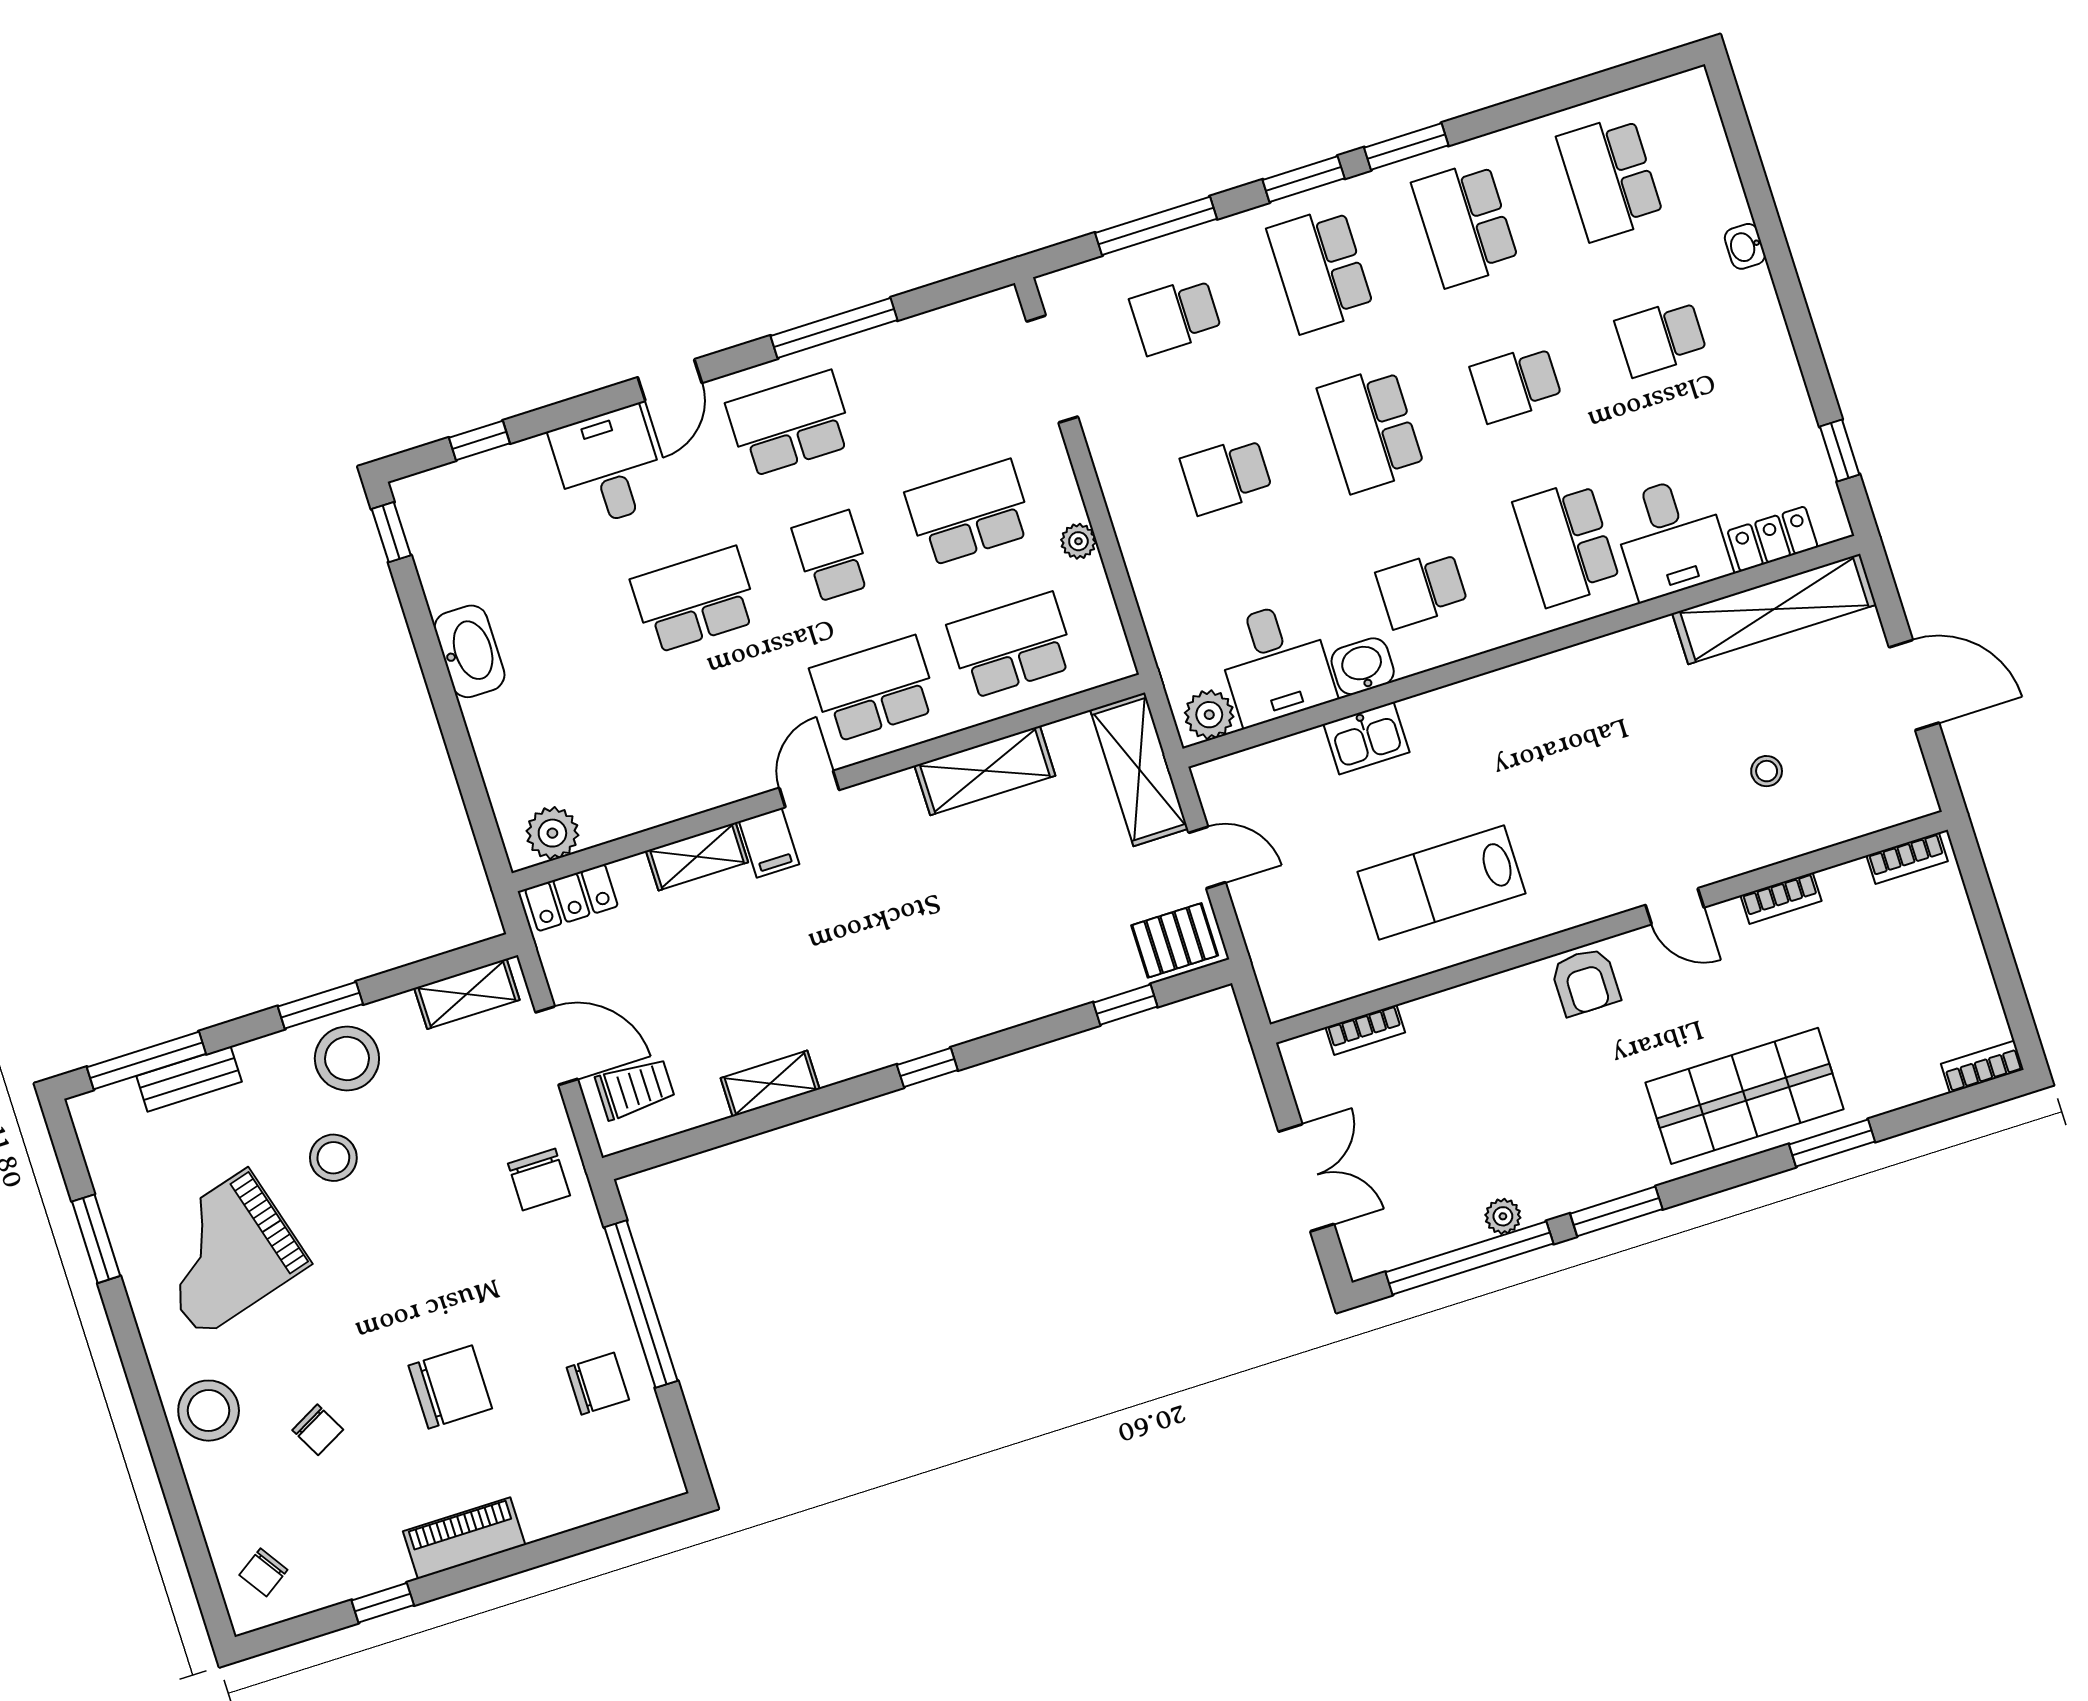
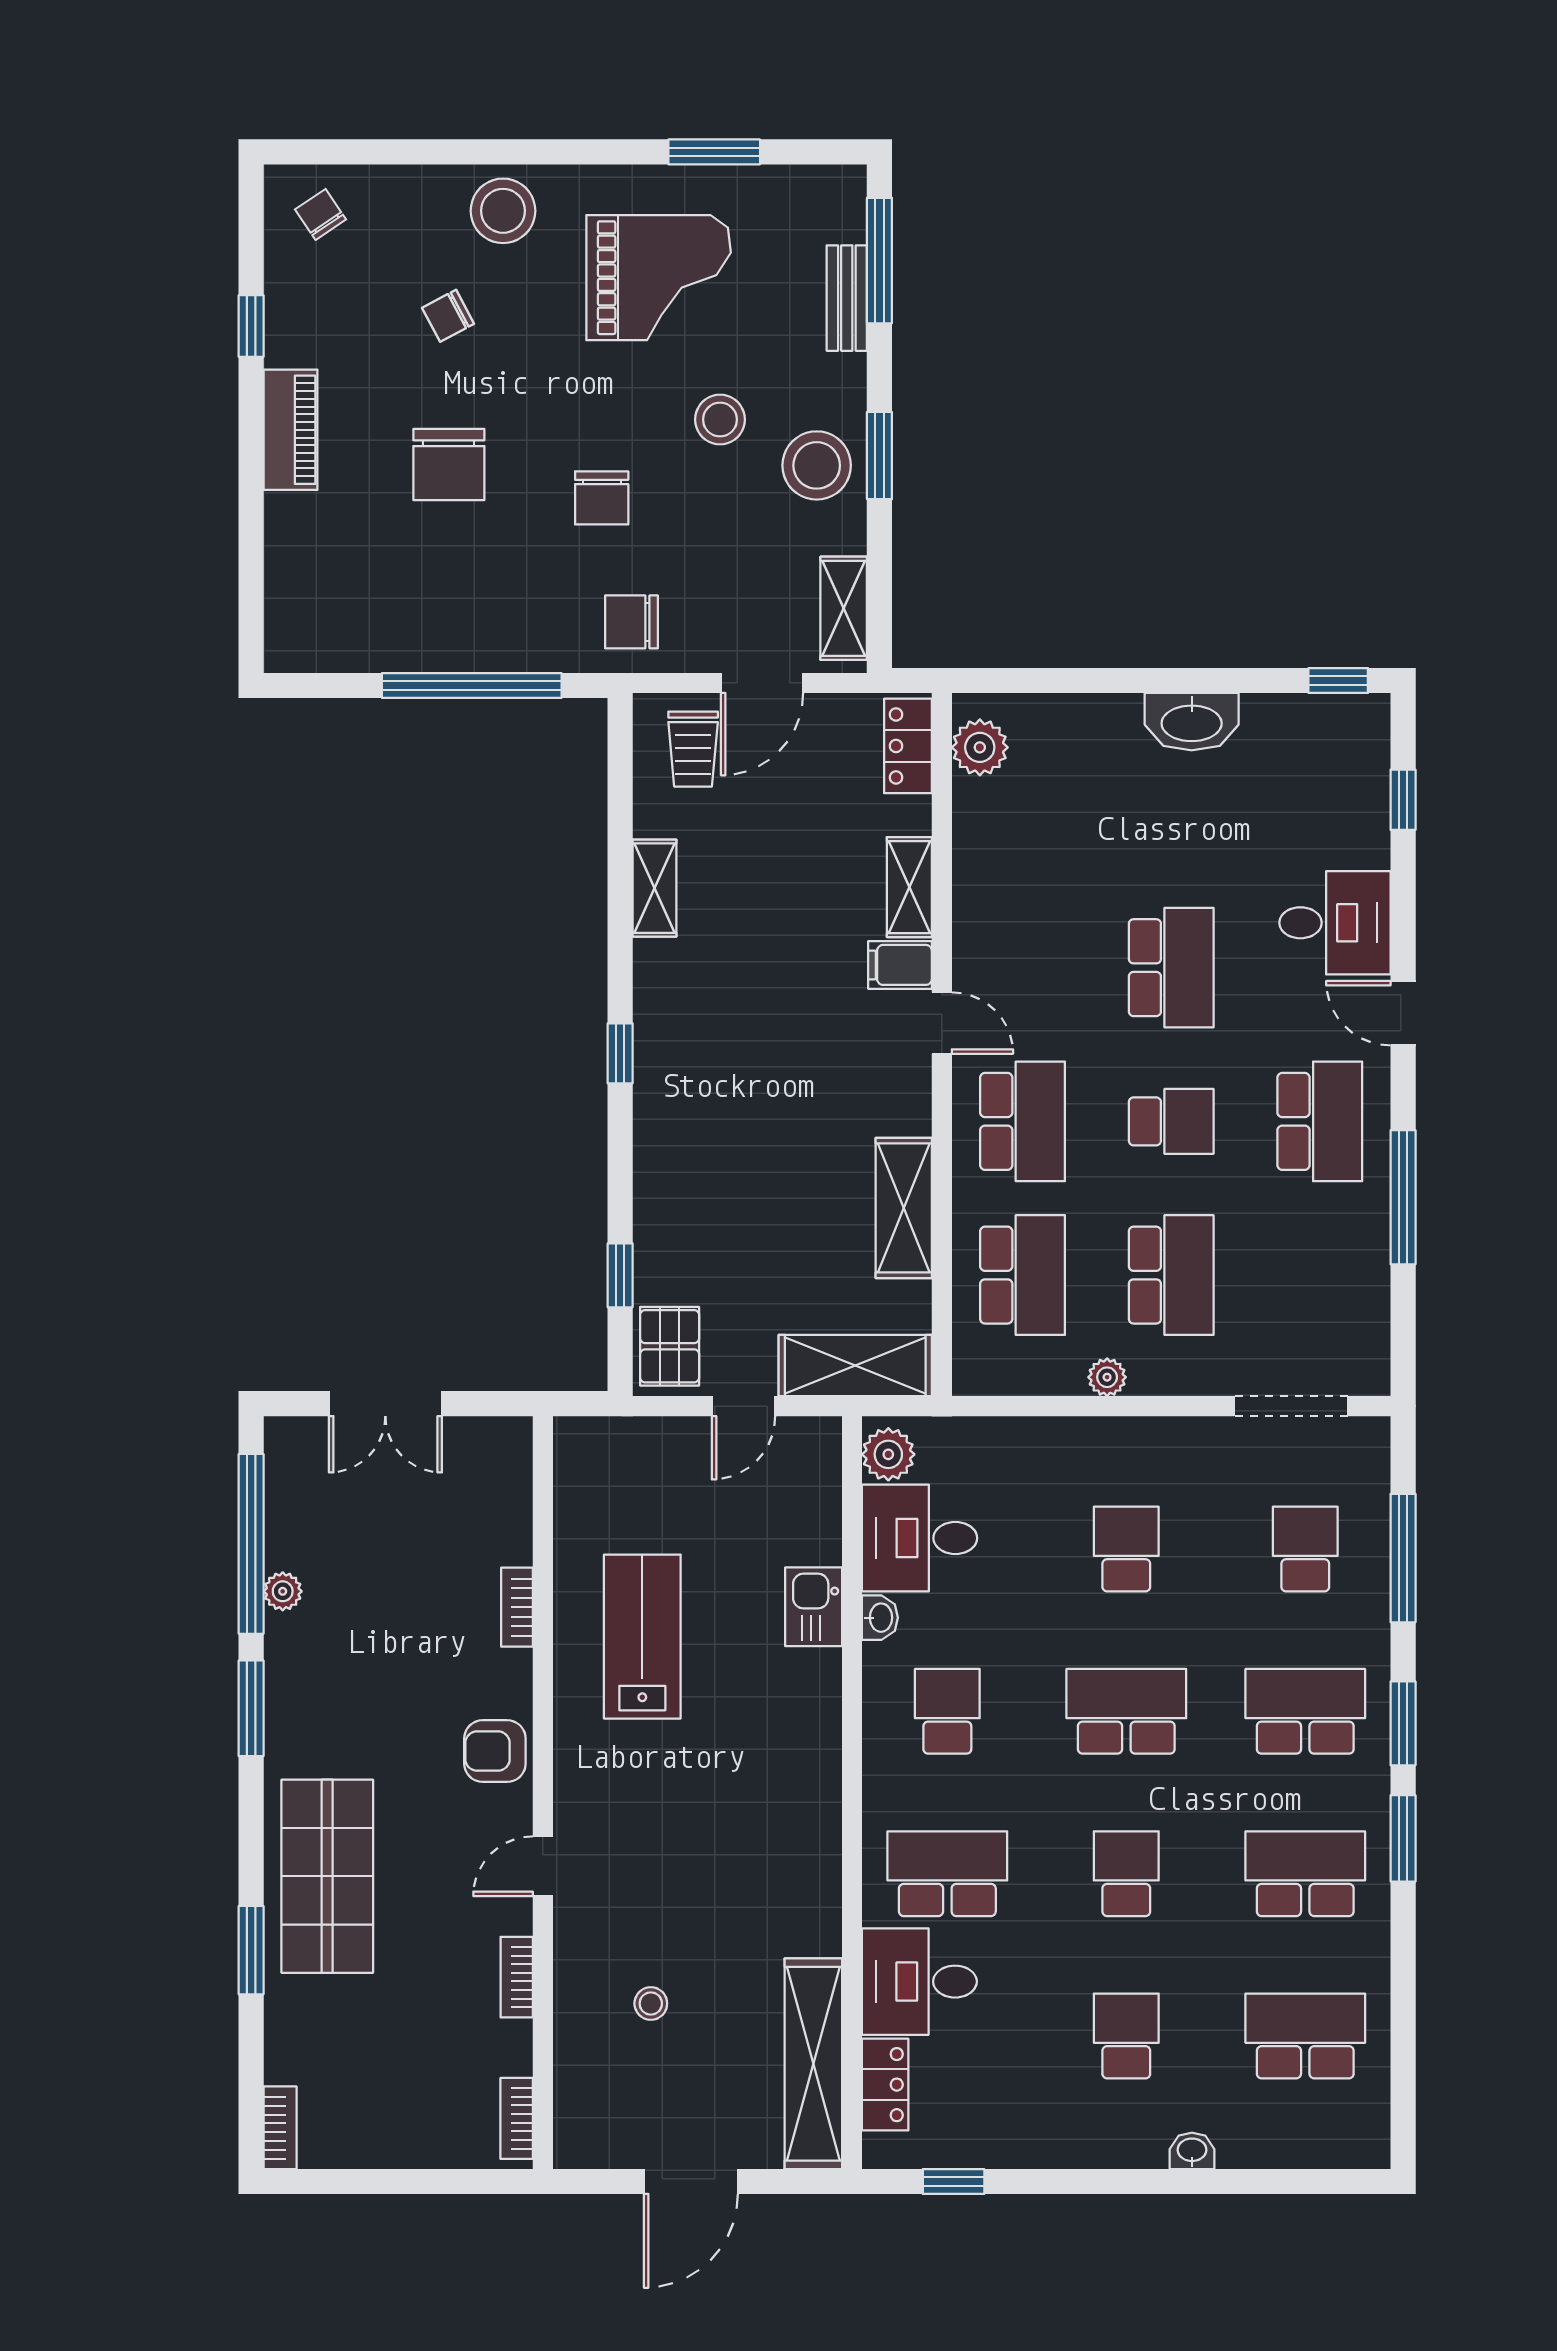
washbasin: (1363, 666) -> (880, 1618), width x0.72, depth x0.69
bookcase: (1365, 1030) -> (517, 1607), moved
grand piano: (224, 1253) -> (659, 278), turned 106
chair: (598, 1384) -> (602, 498), moved

